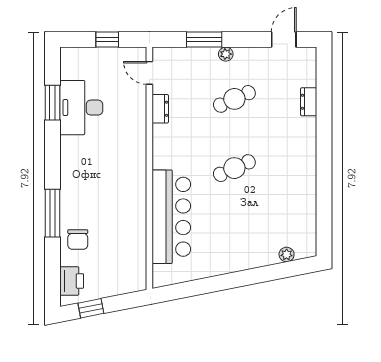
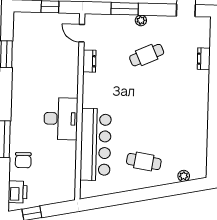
desk: (81, 108) -> (61, 119), moved, turned 180
cafe table: (234, 168) -> (144, 162), moved, turned 33

